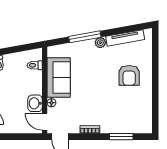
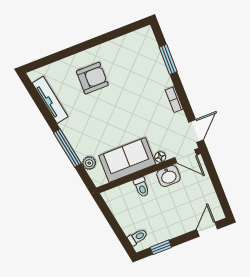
plant: (100, 43) -> (89, 163), moved
toilet: (35, 65) -> (142, 187), moved
door: (45, 122) -> (186, 156), hinge flipped

